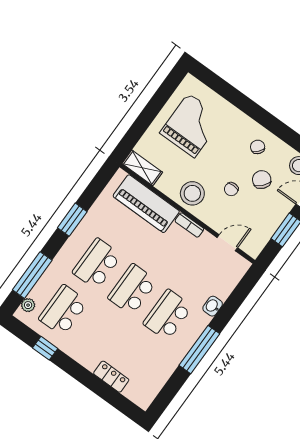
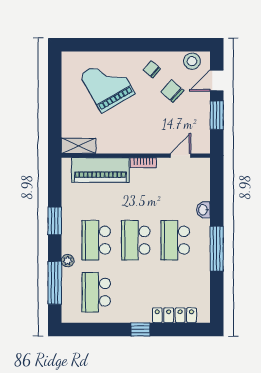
grand piano: (191, 125) -> (107, 84), moved, turned -30
chair: (231, 189) -> (155, 114), removed
stool: (192, 193) -> (129, 138), removed
plant: (28, 305) -> (68, 261), moved
window: (45, 348) -> (141, 329), moved
locker: (111, 377) -> (174, 315), width x1.53

